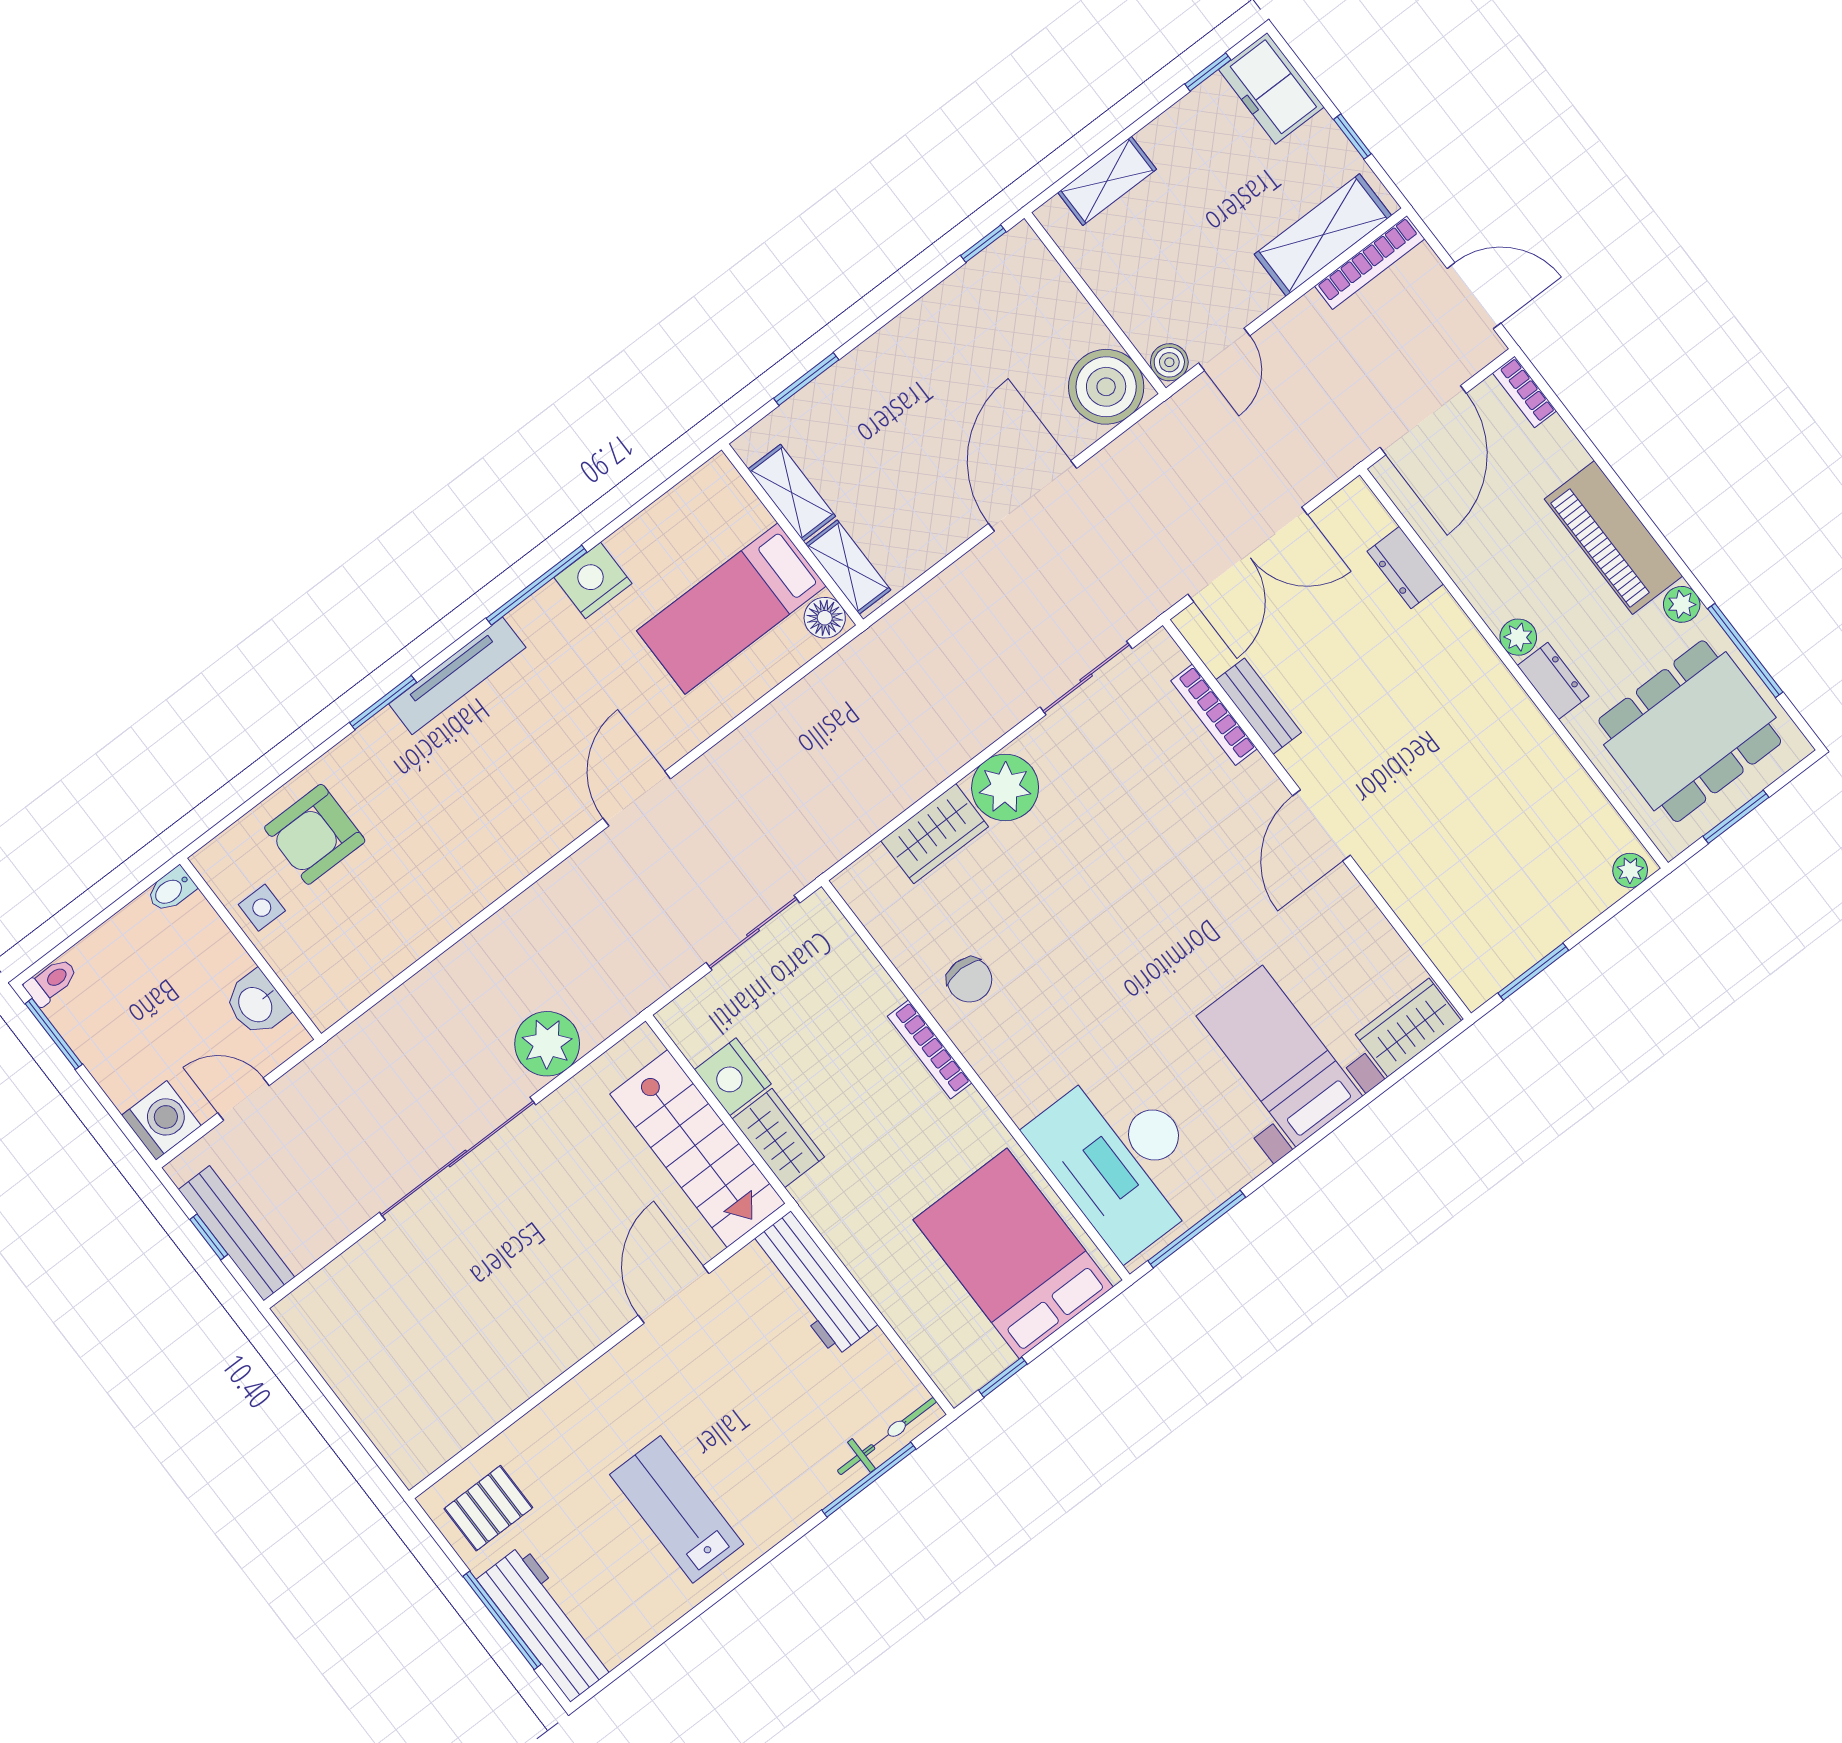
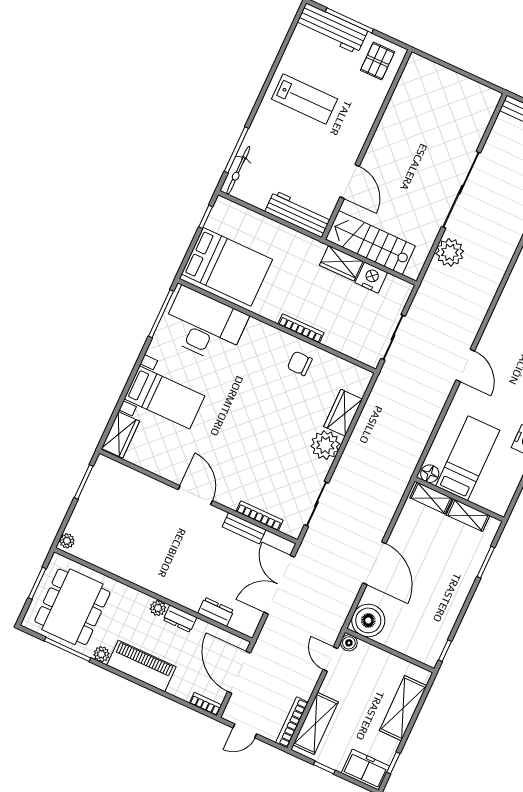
shelving: (1107, 181) -> (403, 708), width x1.50, depth x1.33
door: (1474, 296) -> (245, 731), width x0.73
dresser: (1553, 681) -> (180, 619), moved

